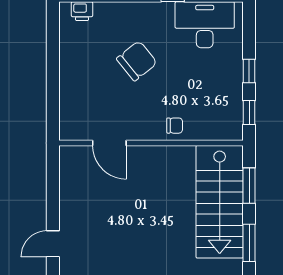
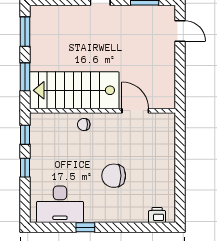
chair: (137, 61) -> (114, 176), turned 39
stairs: (220, 202) -> (74, 90), moved, turned -90
door: (53, 244) -> (180, 31), hinge flipped

